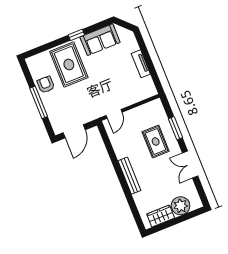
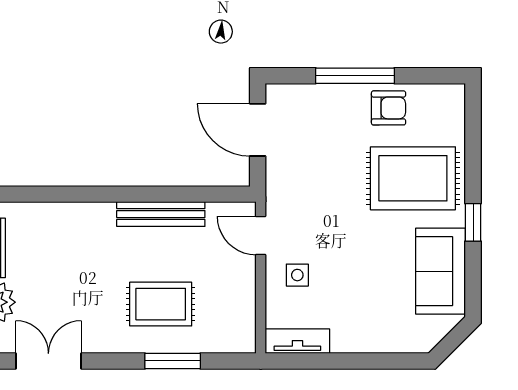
tv unit: (141, 64) -> (297, 341), moved
side table: (124, 94) -> (297, 275), added
double door: (190, 165) -> (48, 361), moved
bench: (129, 176) -> (161, 214), moved

